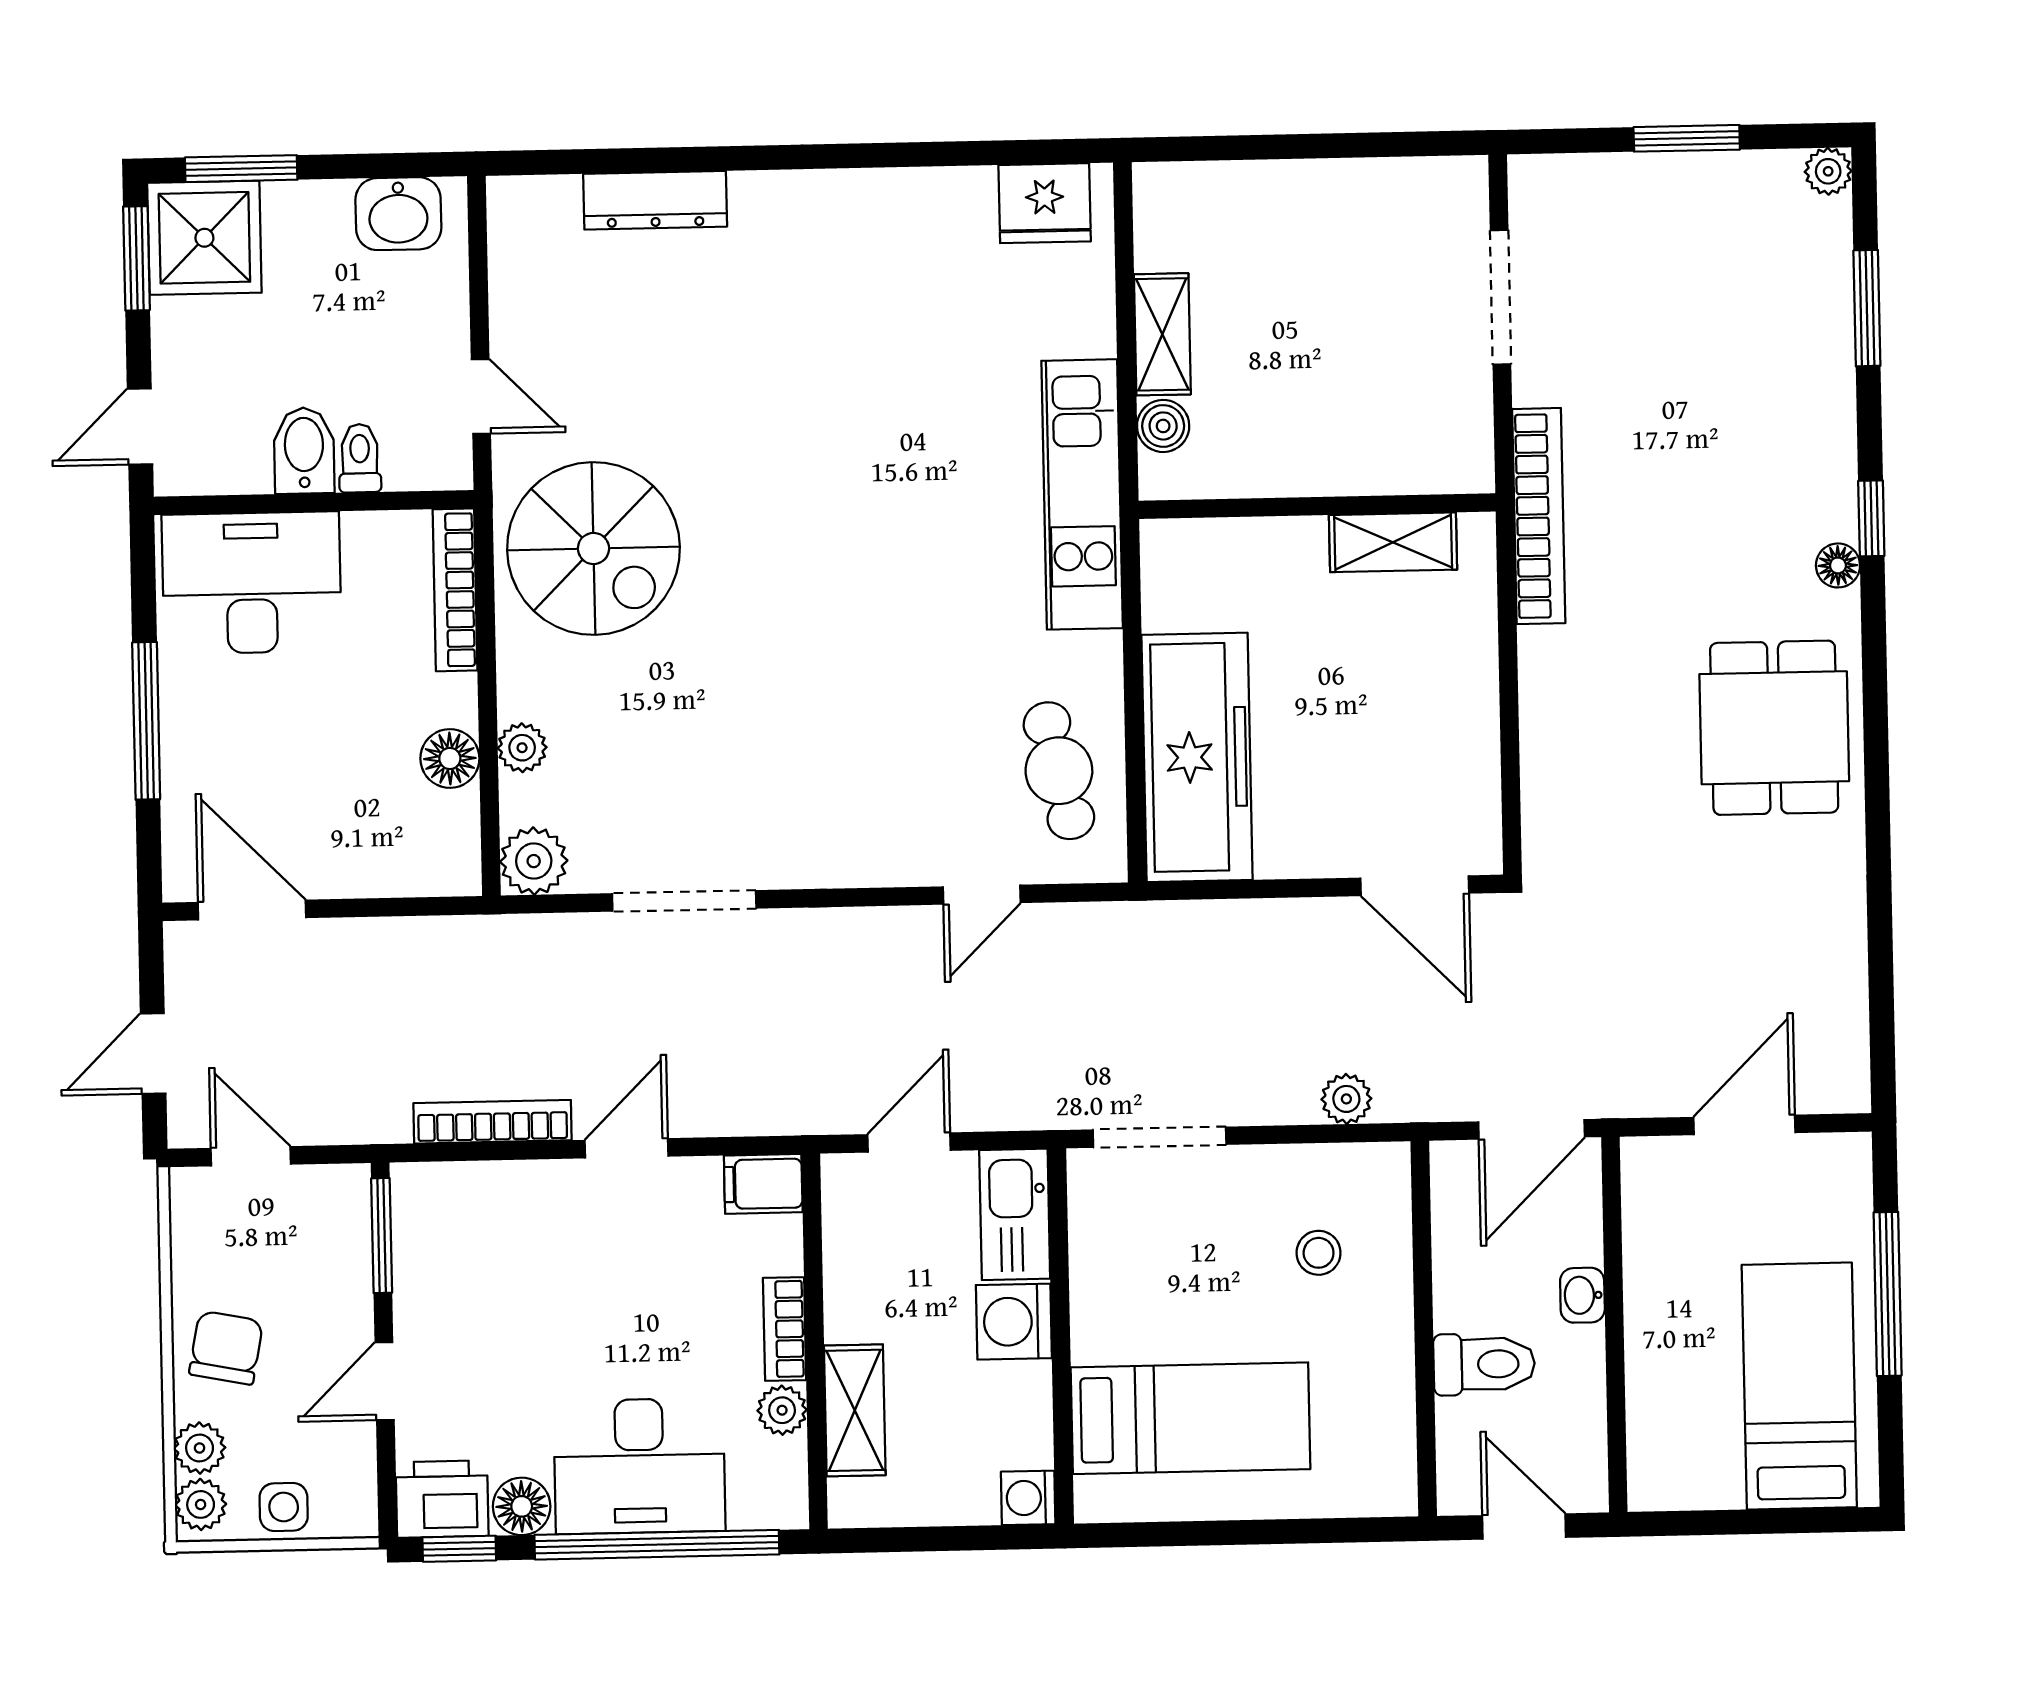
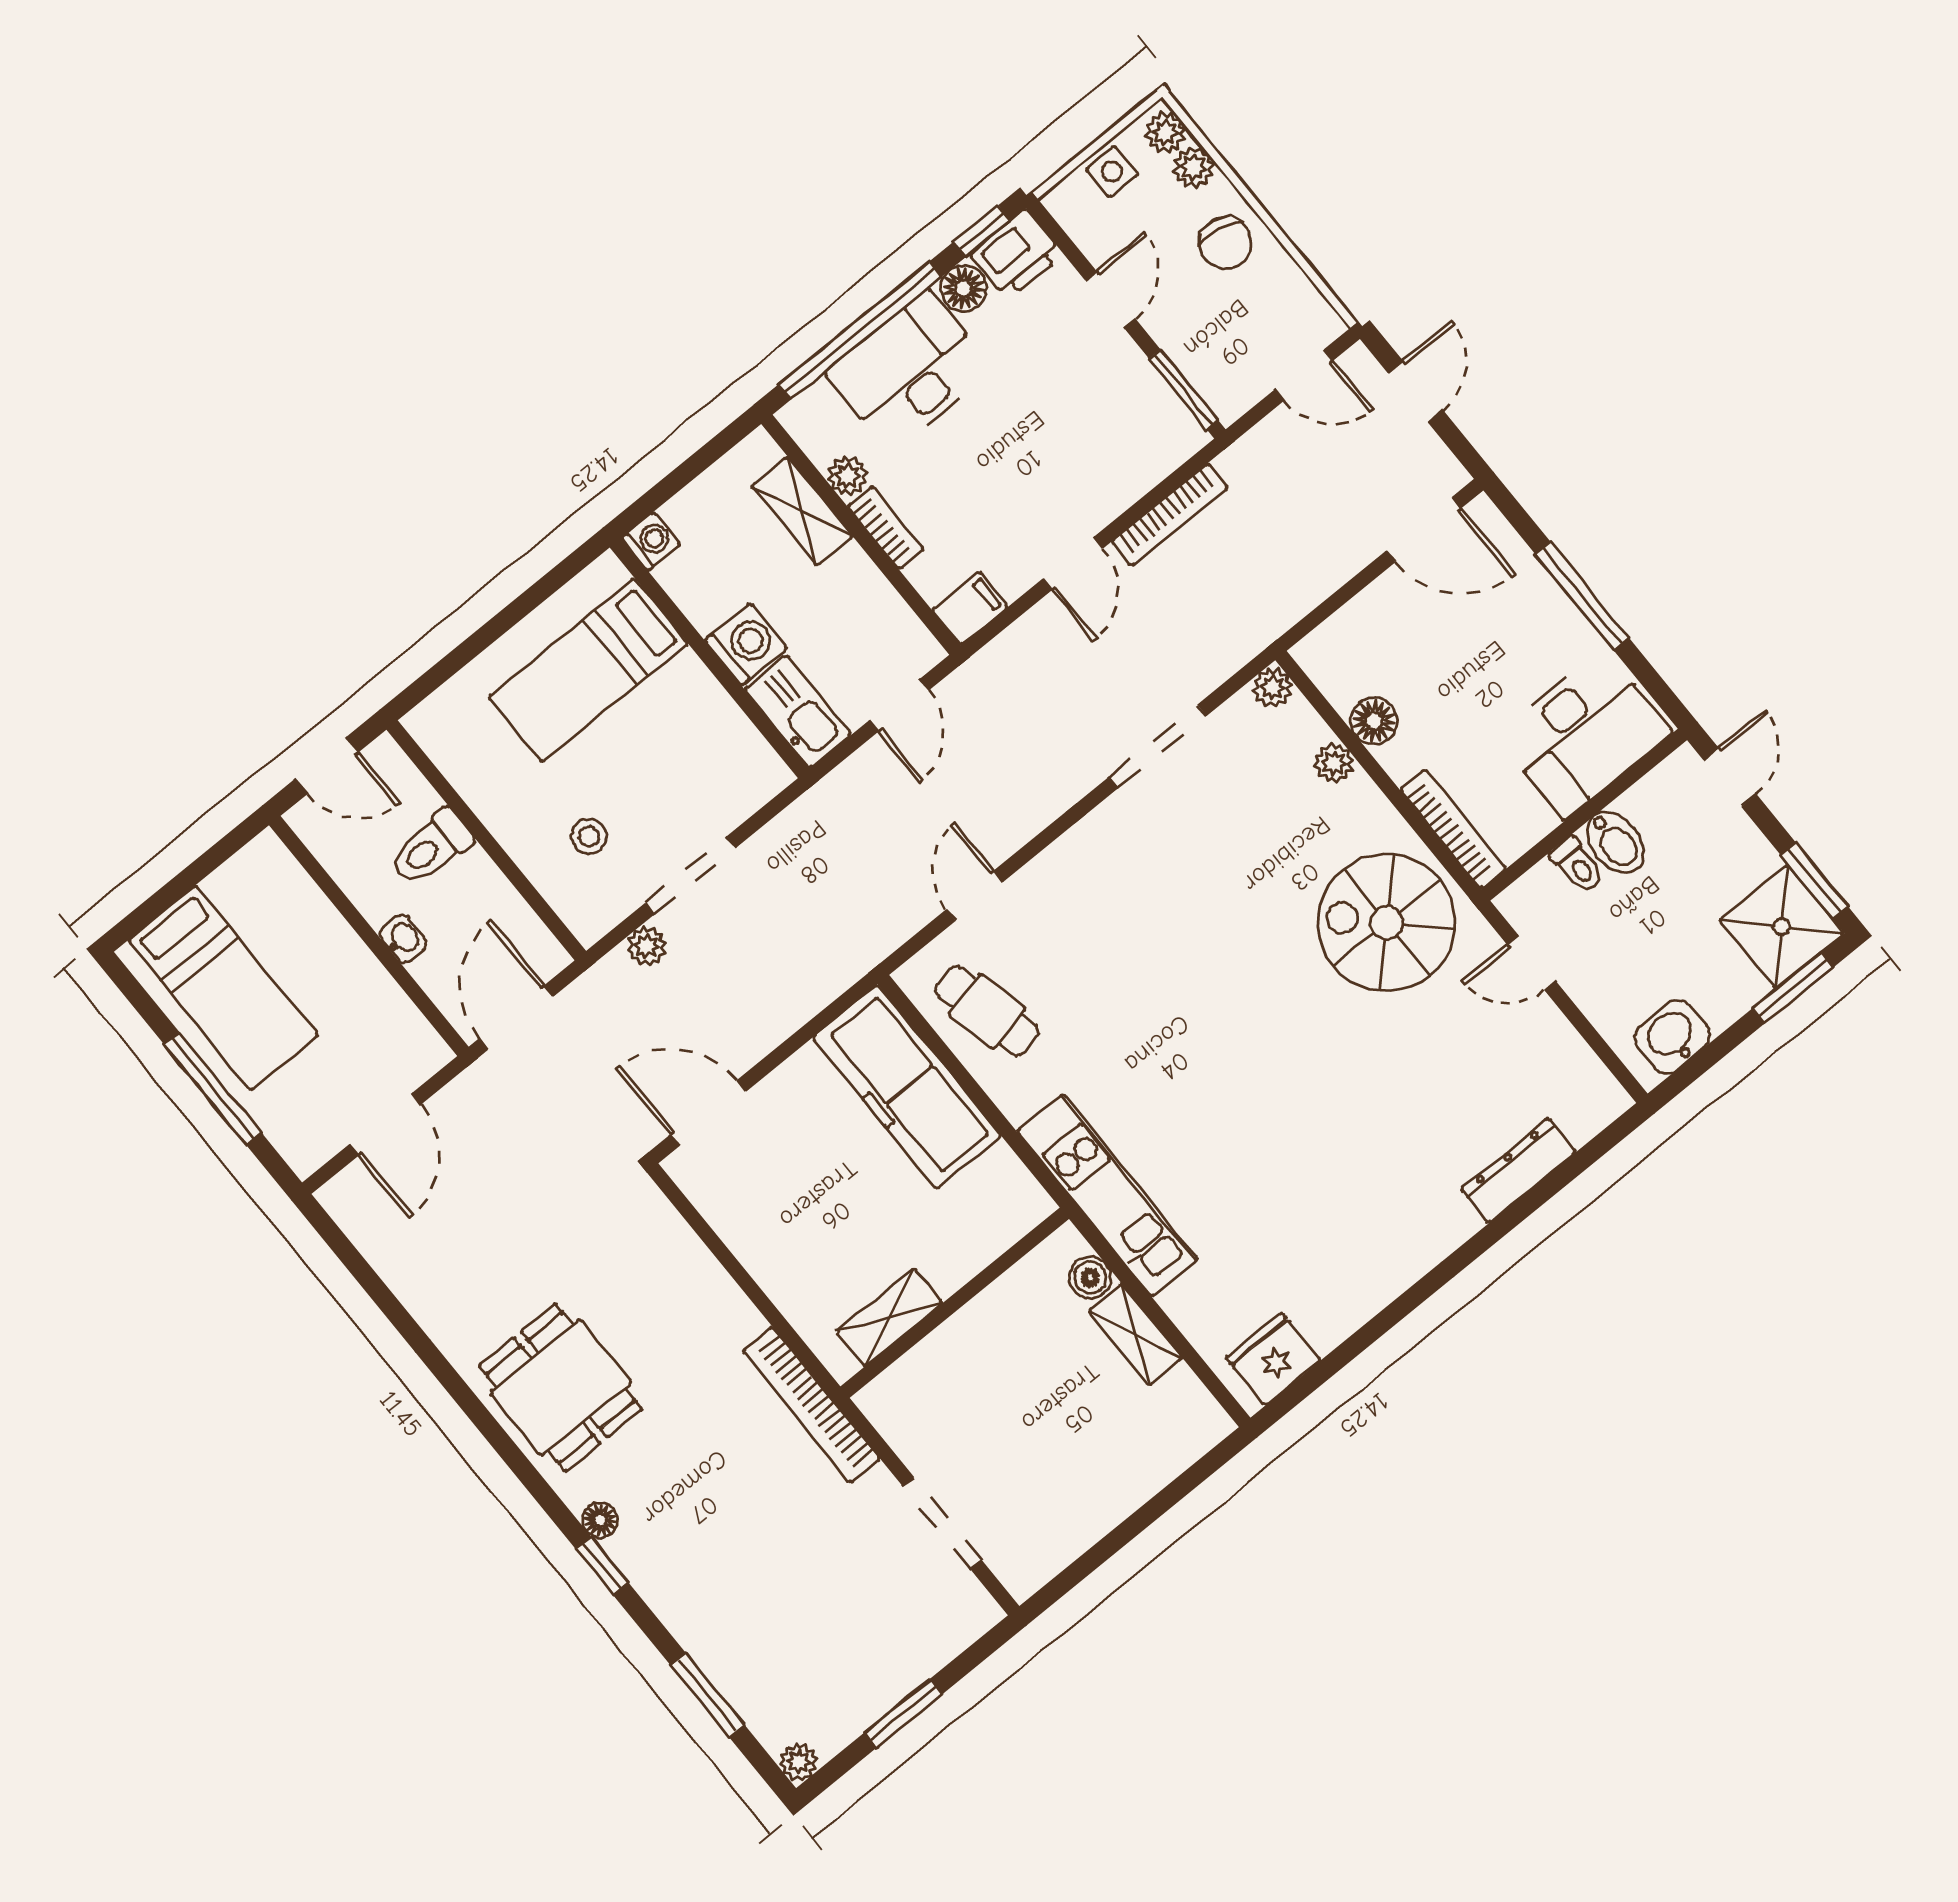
plant: (534, 861) -> (1272, 688), width x0.73, depth x0.73
doorway: (1160, 1137) -> (690, 876), moved

